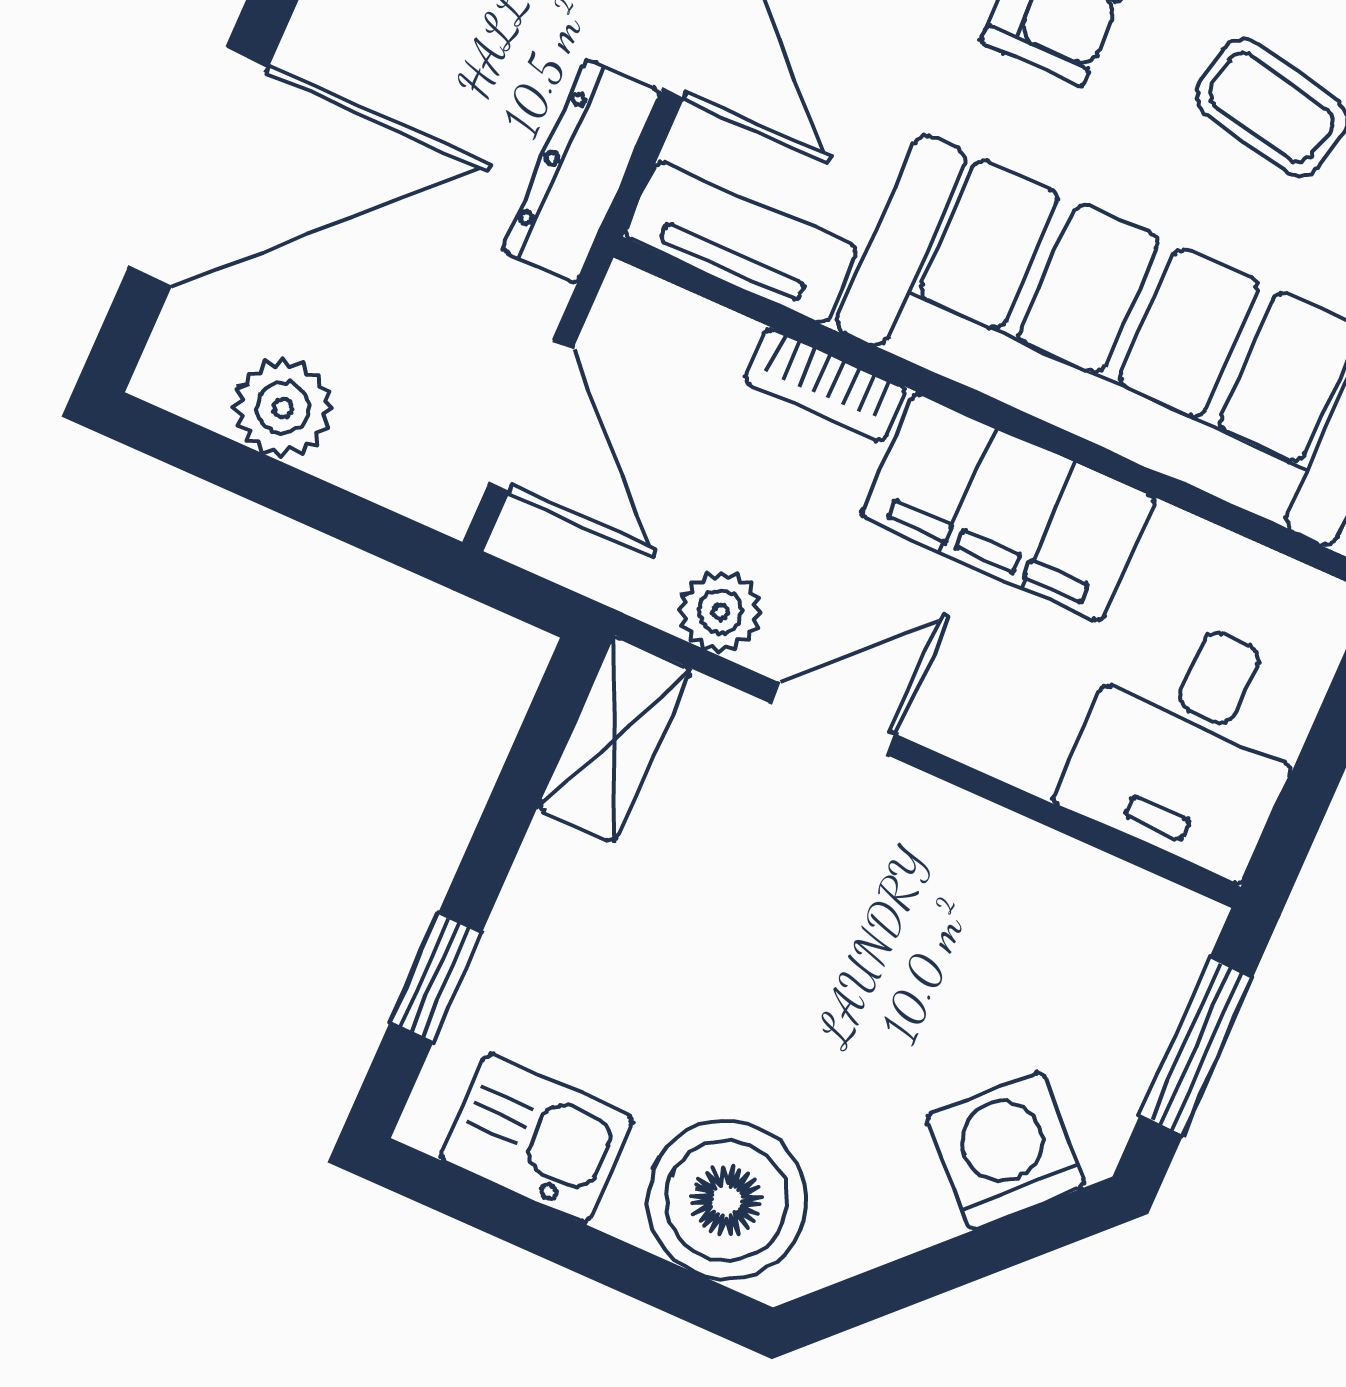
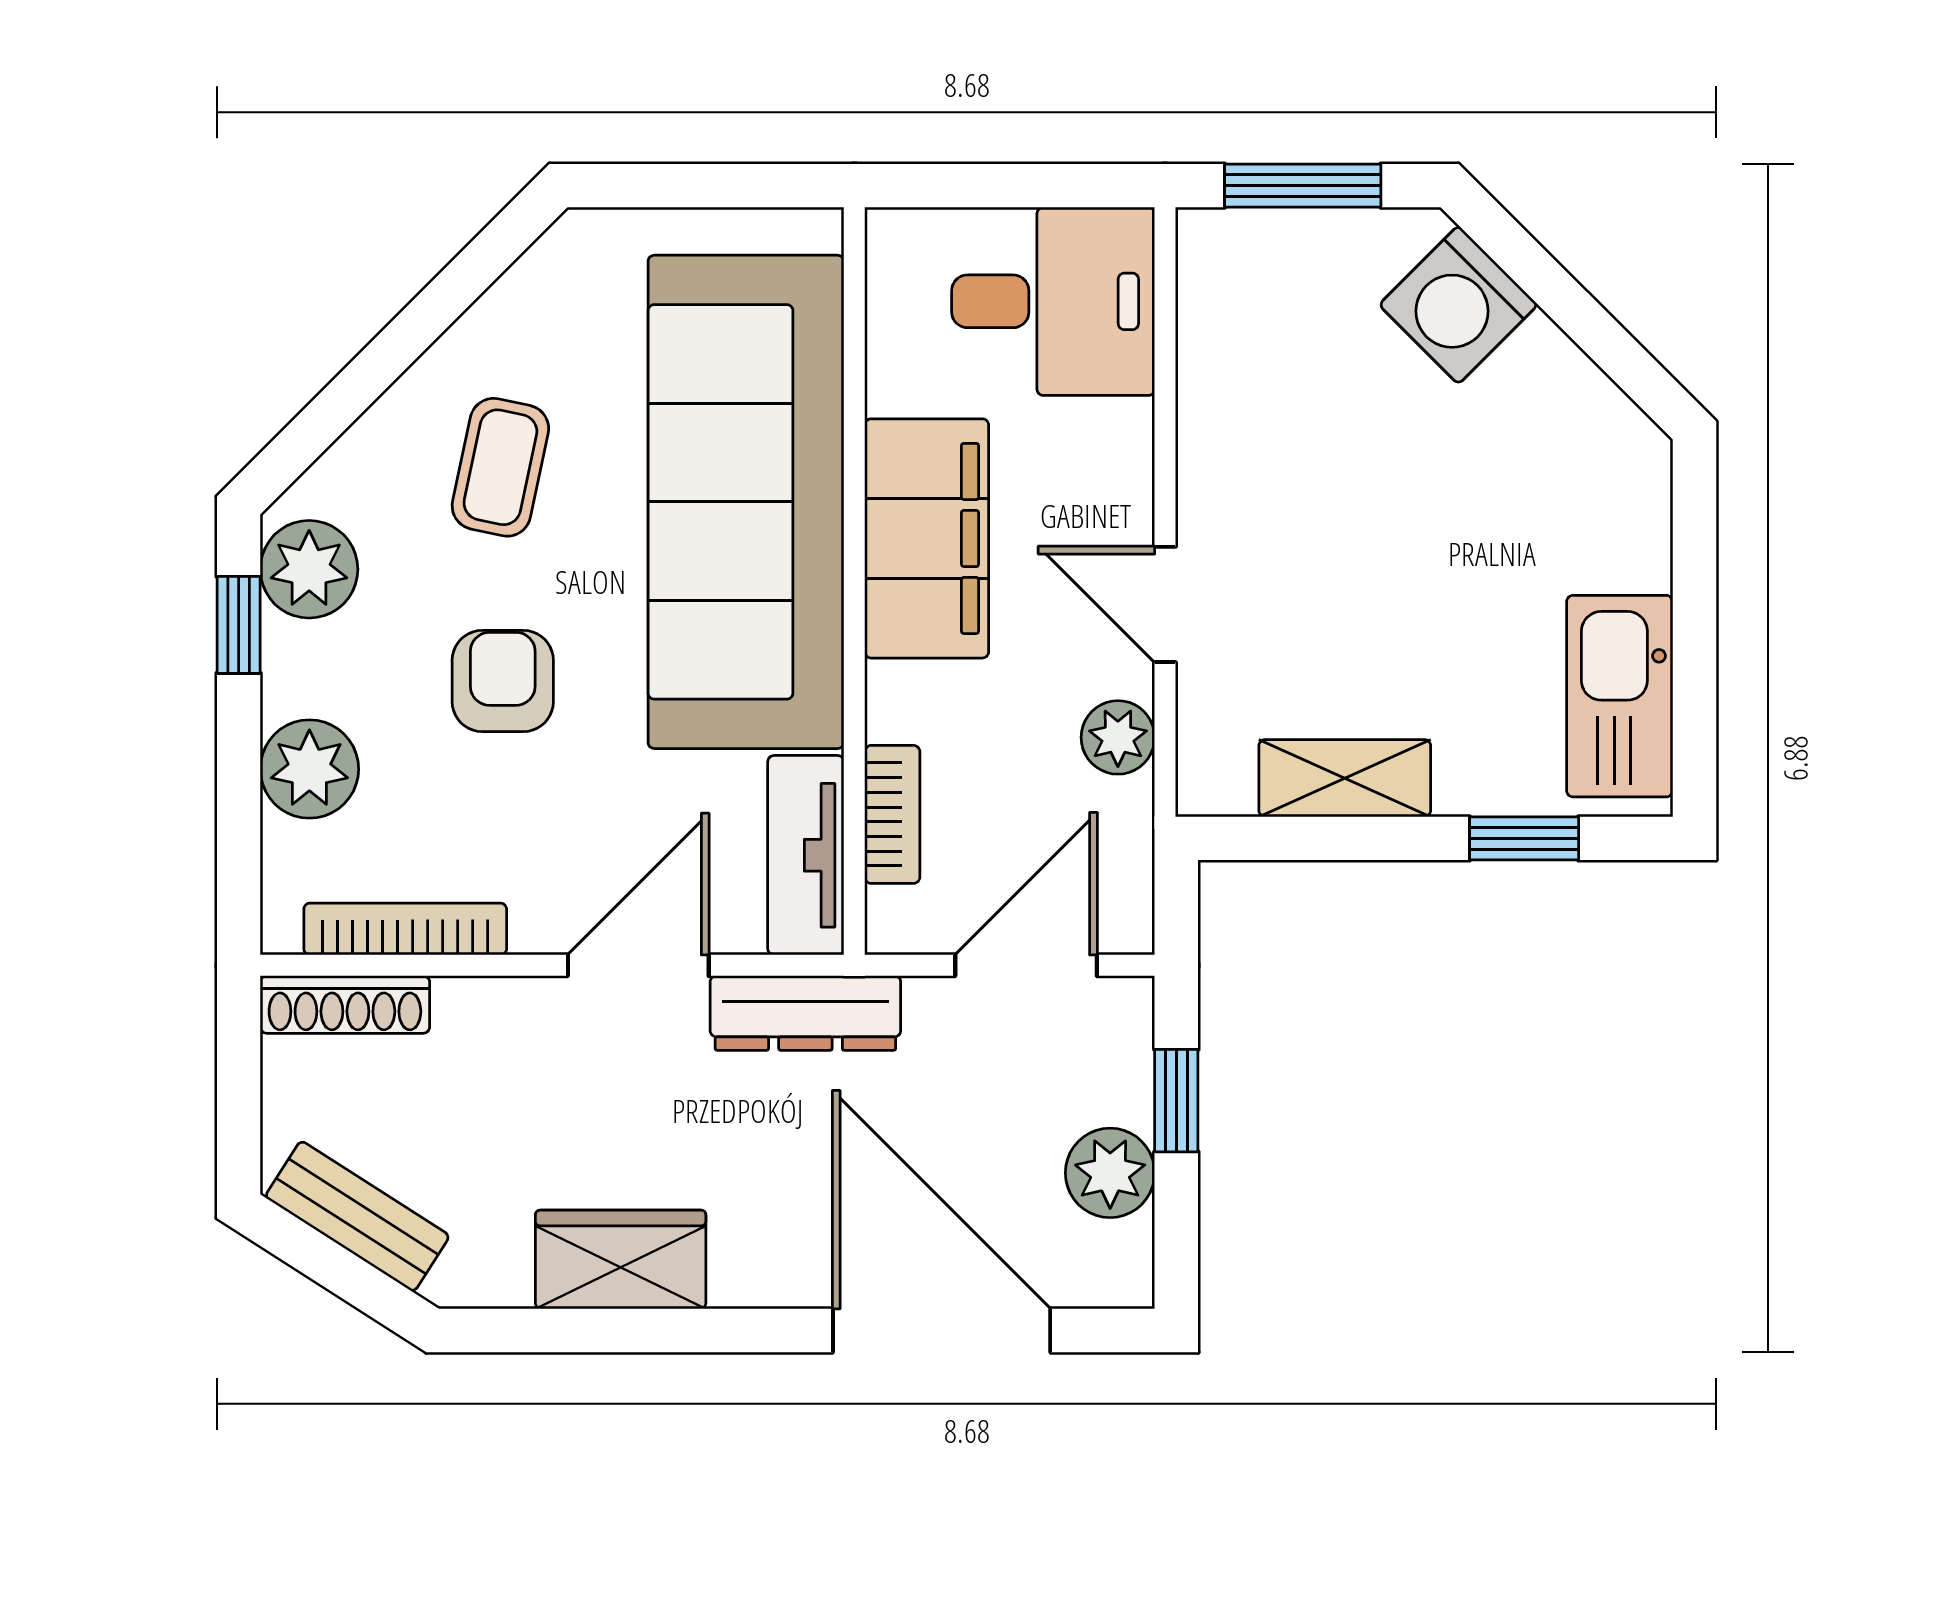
bookcase: (825, 384) -> (892, 814), moved
window: (326, 508) -> (1176, 1101), added
shelving: (615, 739) -> (1345, 778), moved
kitchen sink: (537, 1138) -> (1620, 696), width x1.38
boiler: (727, 1200) -> (1601, 517), removed

